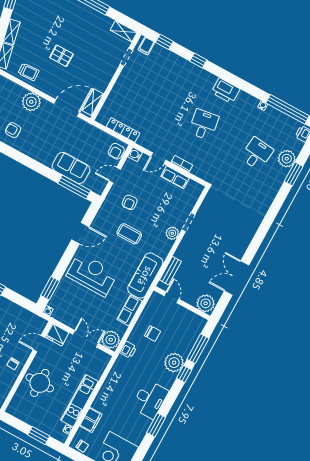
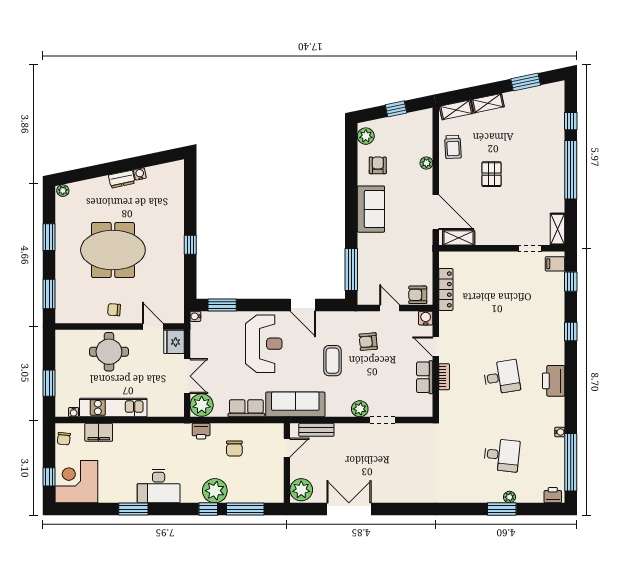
plant: (31, 102) -> (426, 163), width x0.53, depth x0.53
plant: (287, 159) -> (509, 497), width x0.53, depth x0.53
sofa: (71, 168) -> (371, 209), moved

